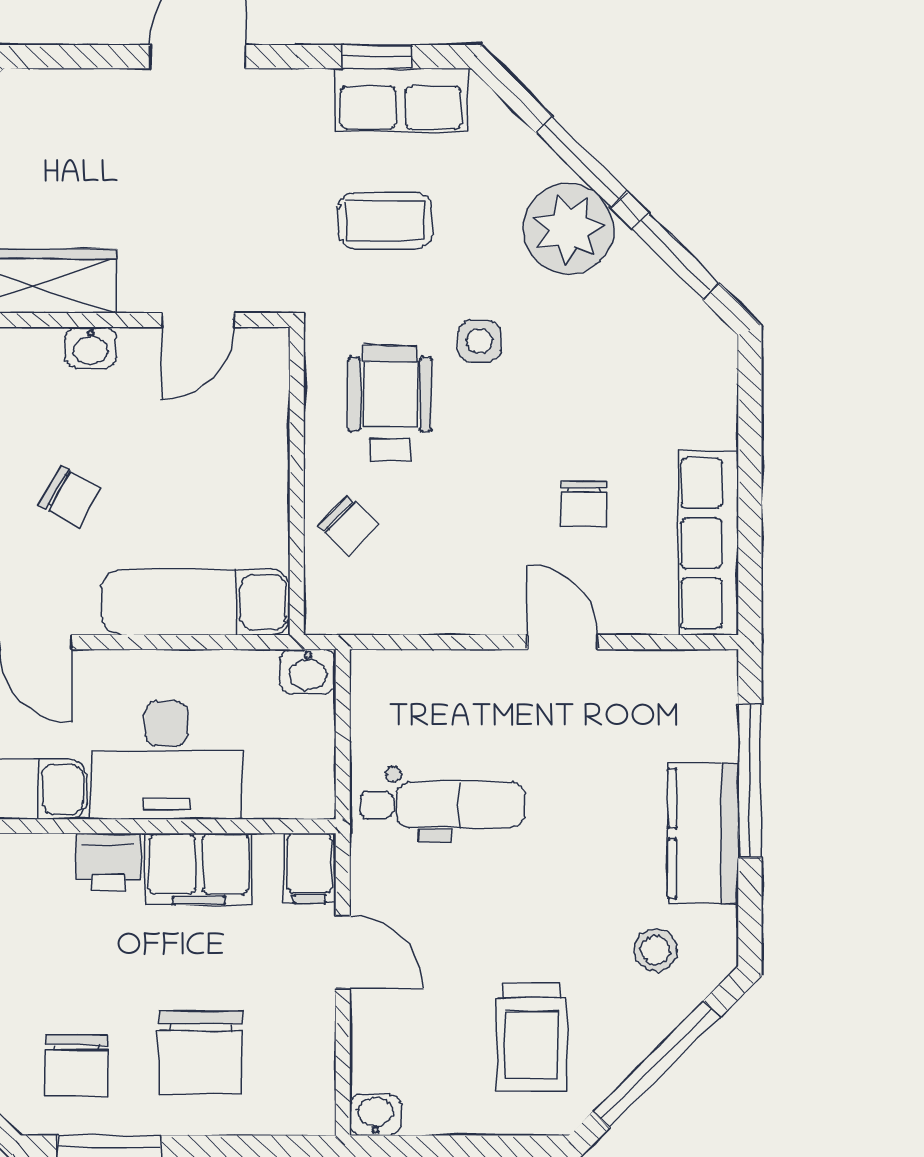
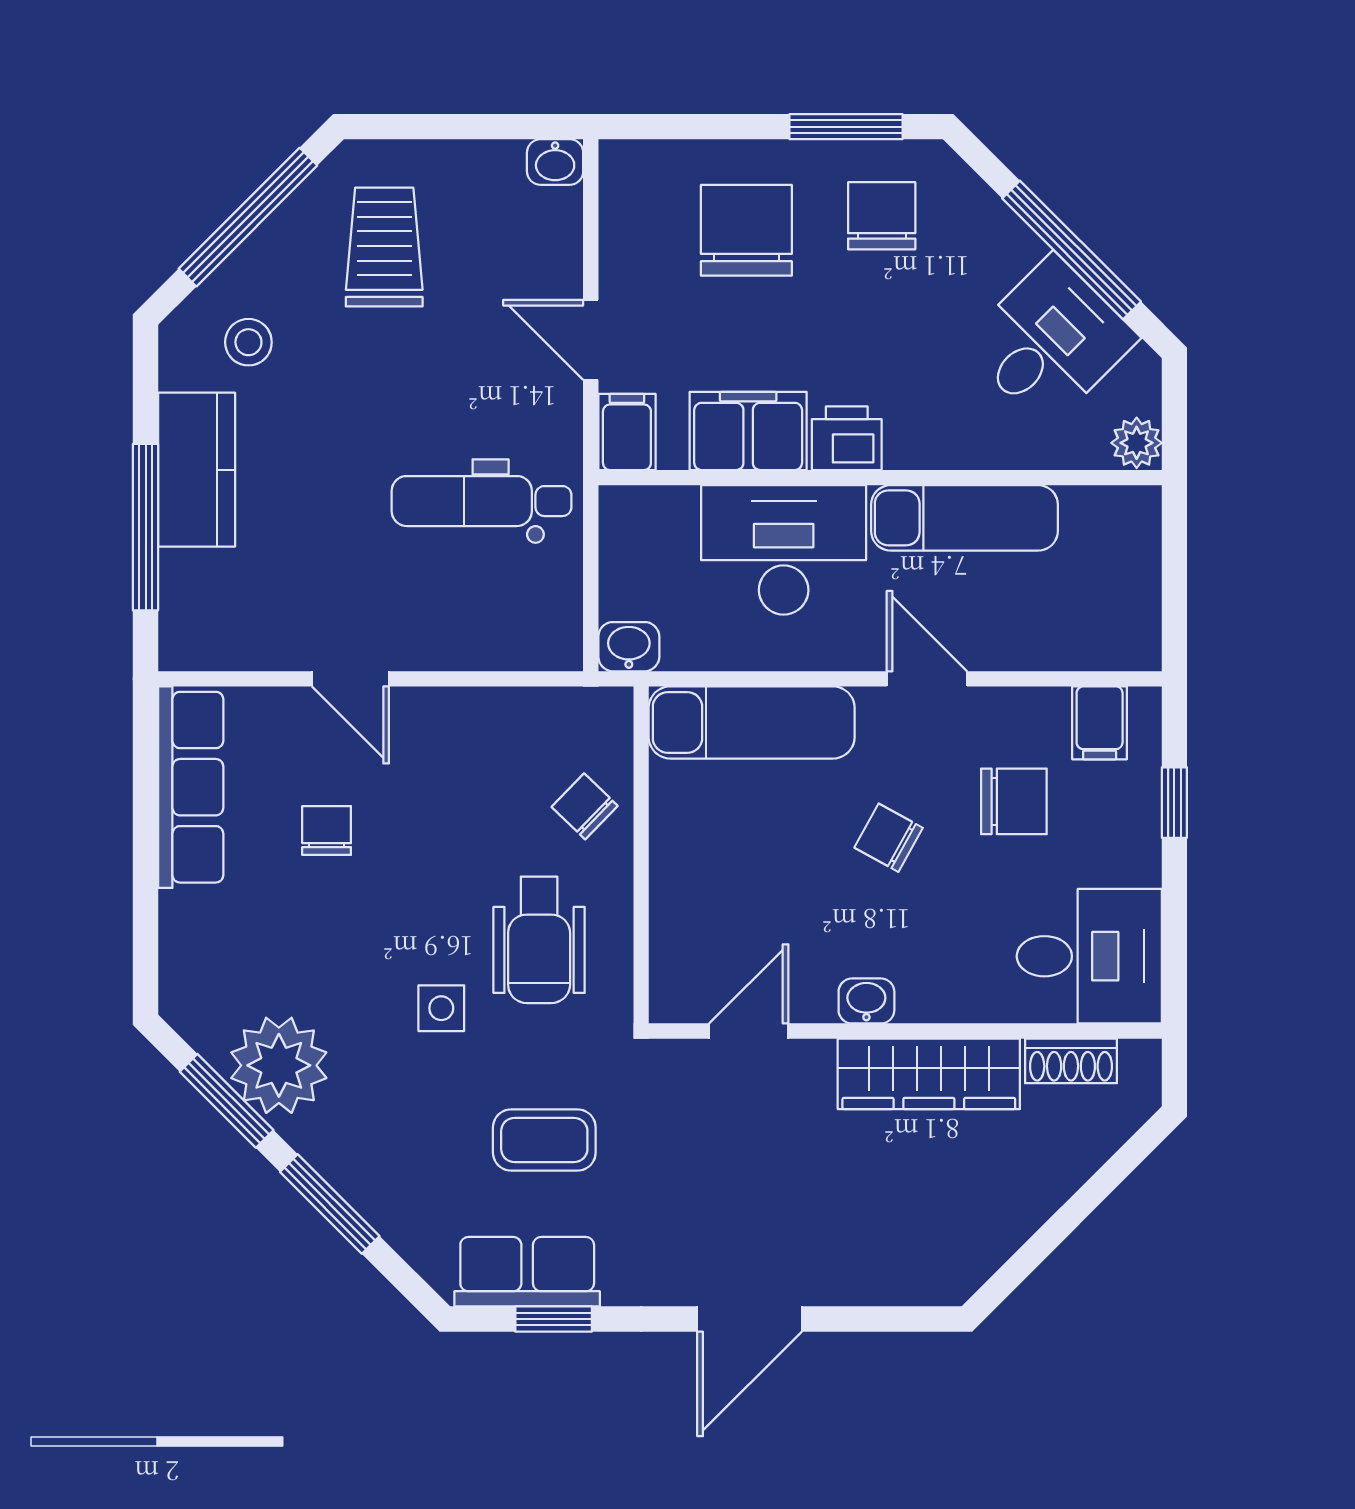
plant: (568, 229) -> (279, 1065), moved

